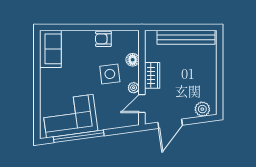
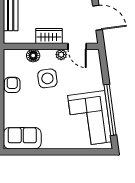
armchair: (103, 39) -> (12, 85), turned 180

